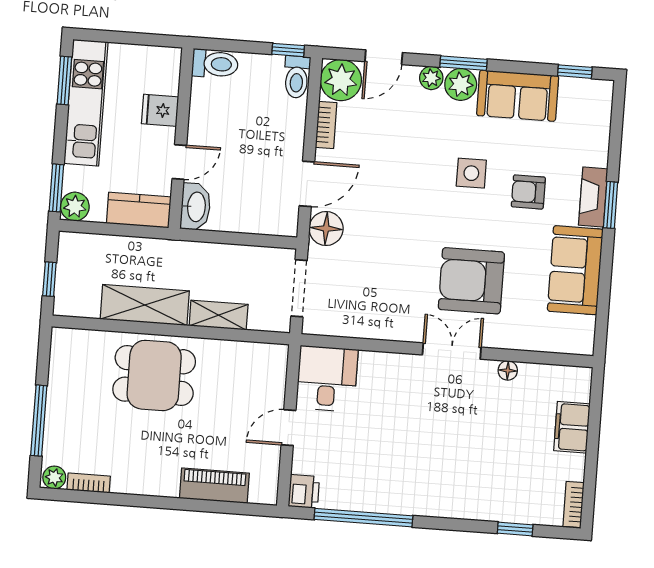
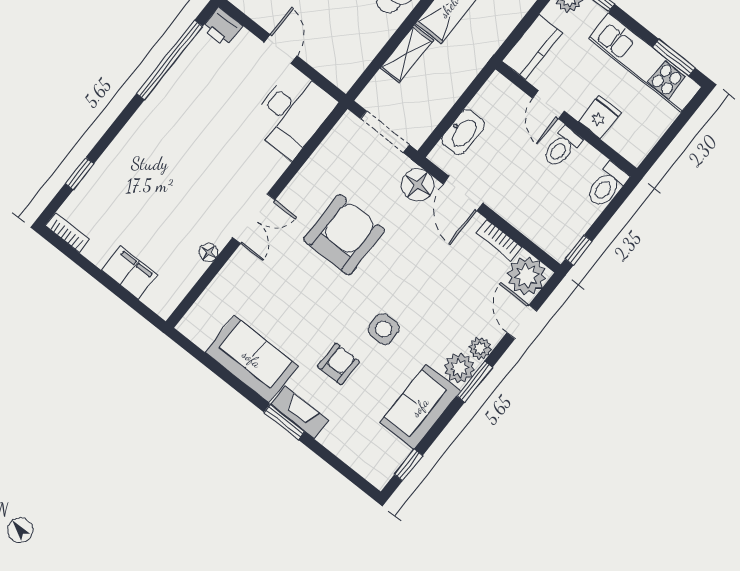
toilet: (297, 77) -> (562, 147), moved, turned -90
washbasin: (196, 207) -> (463, 132), moved, turned -90
armchair: (471, 281) -> (344, 235), moved
desk: (327, 379) -> (292, 114), width x1.37

